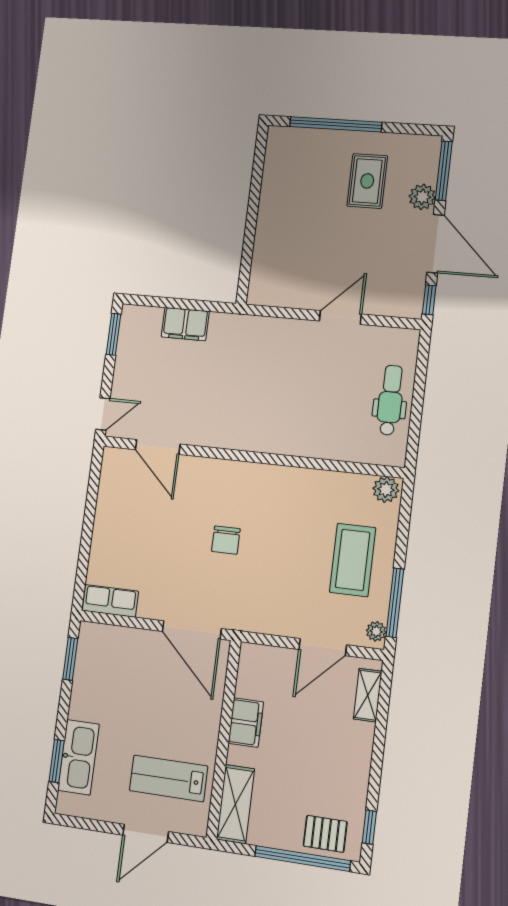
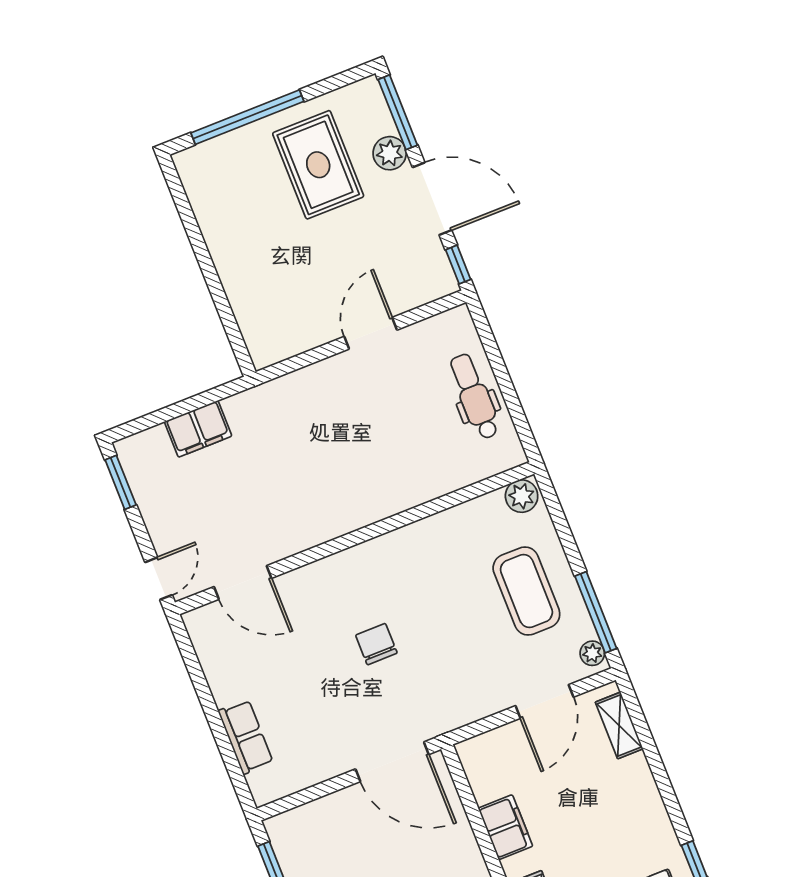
rug: (367, 181) -> (318, 165), width x1.36, depth x1.43
chair: (226, 540) -> (376, 644), turned 180
row of seats: (110, 601) -> (246, 737), moved, turned 90

